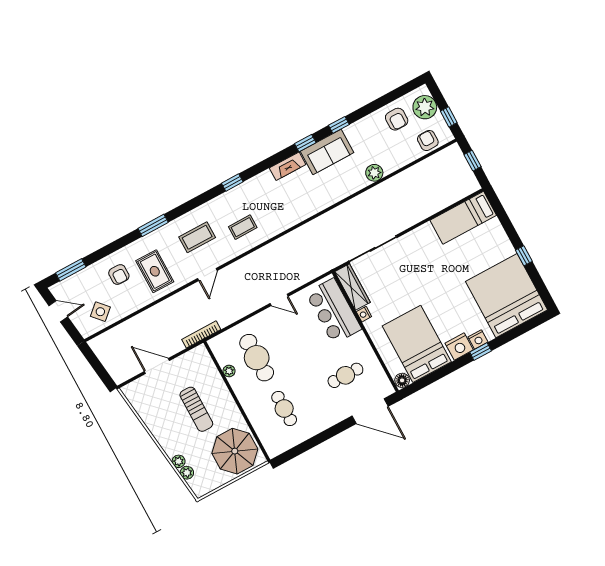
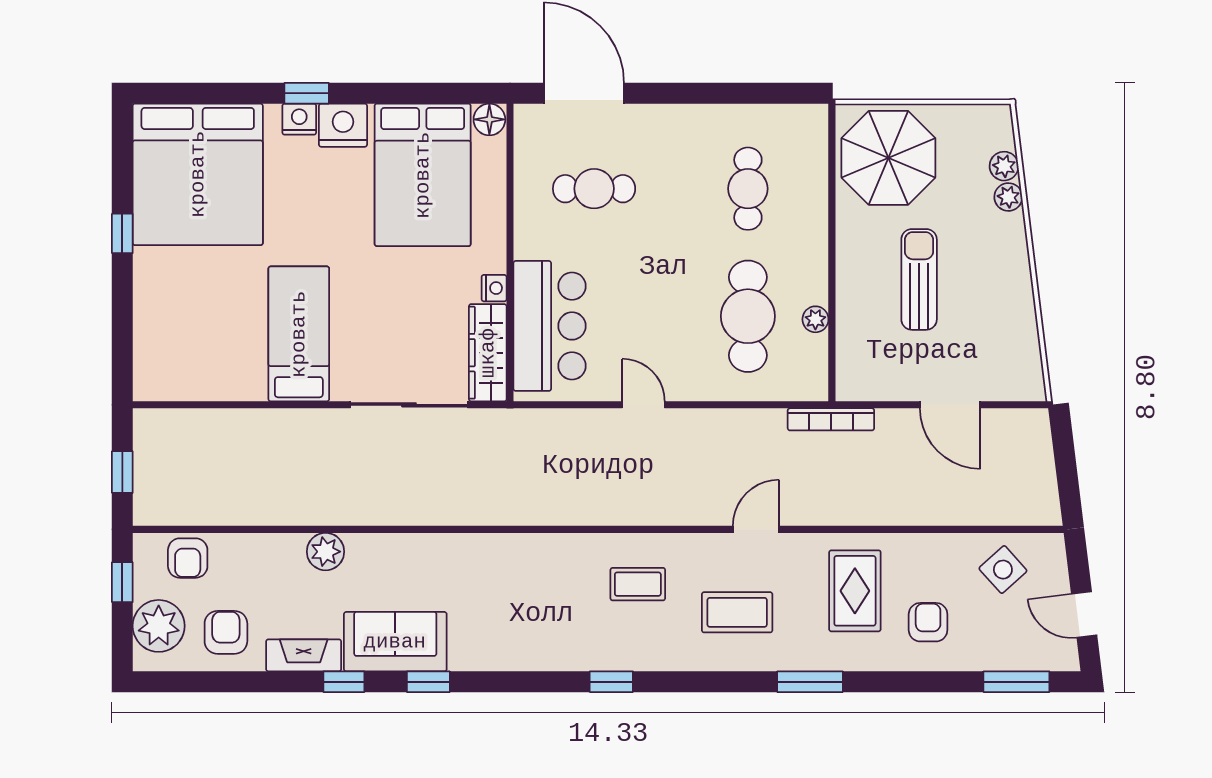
fireplace: (288, 166) -> (304, 655), moved
bed: (463, 218) -> (299, 334), moved, turned -90

